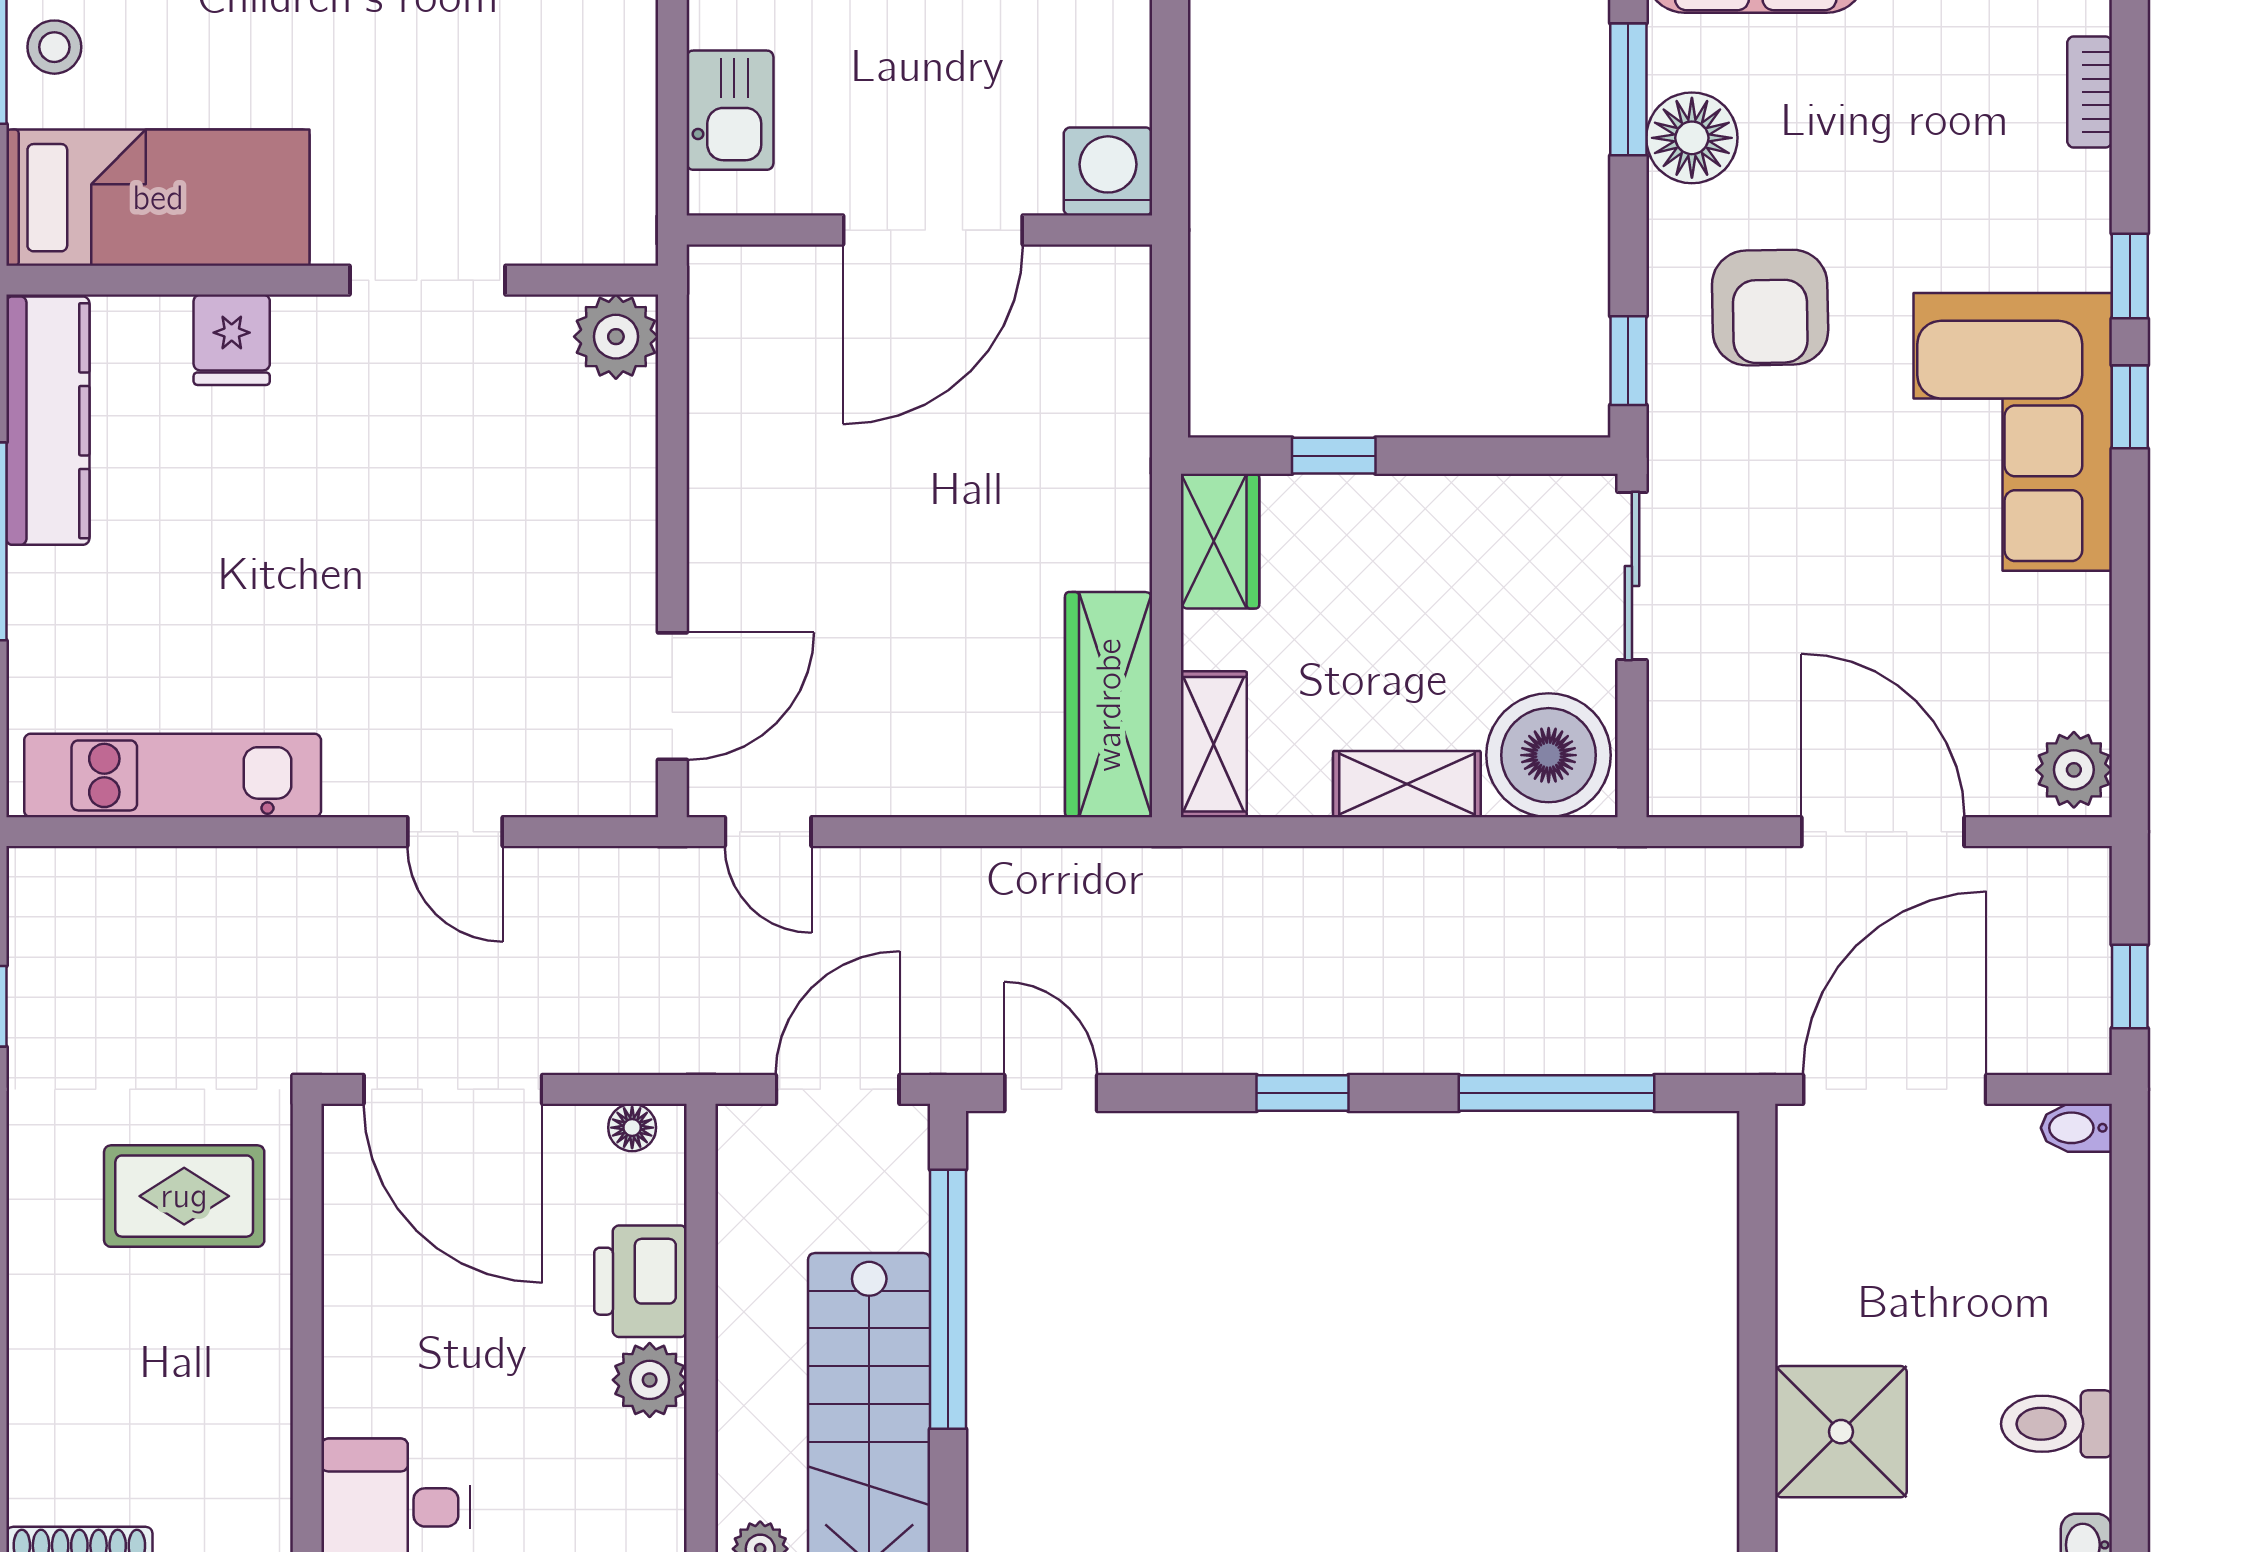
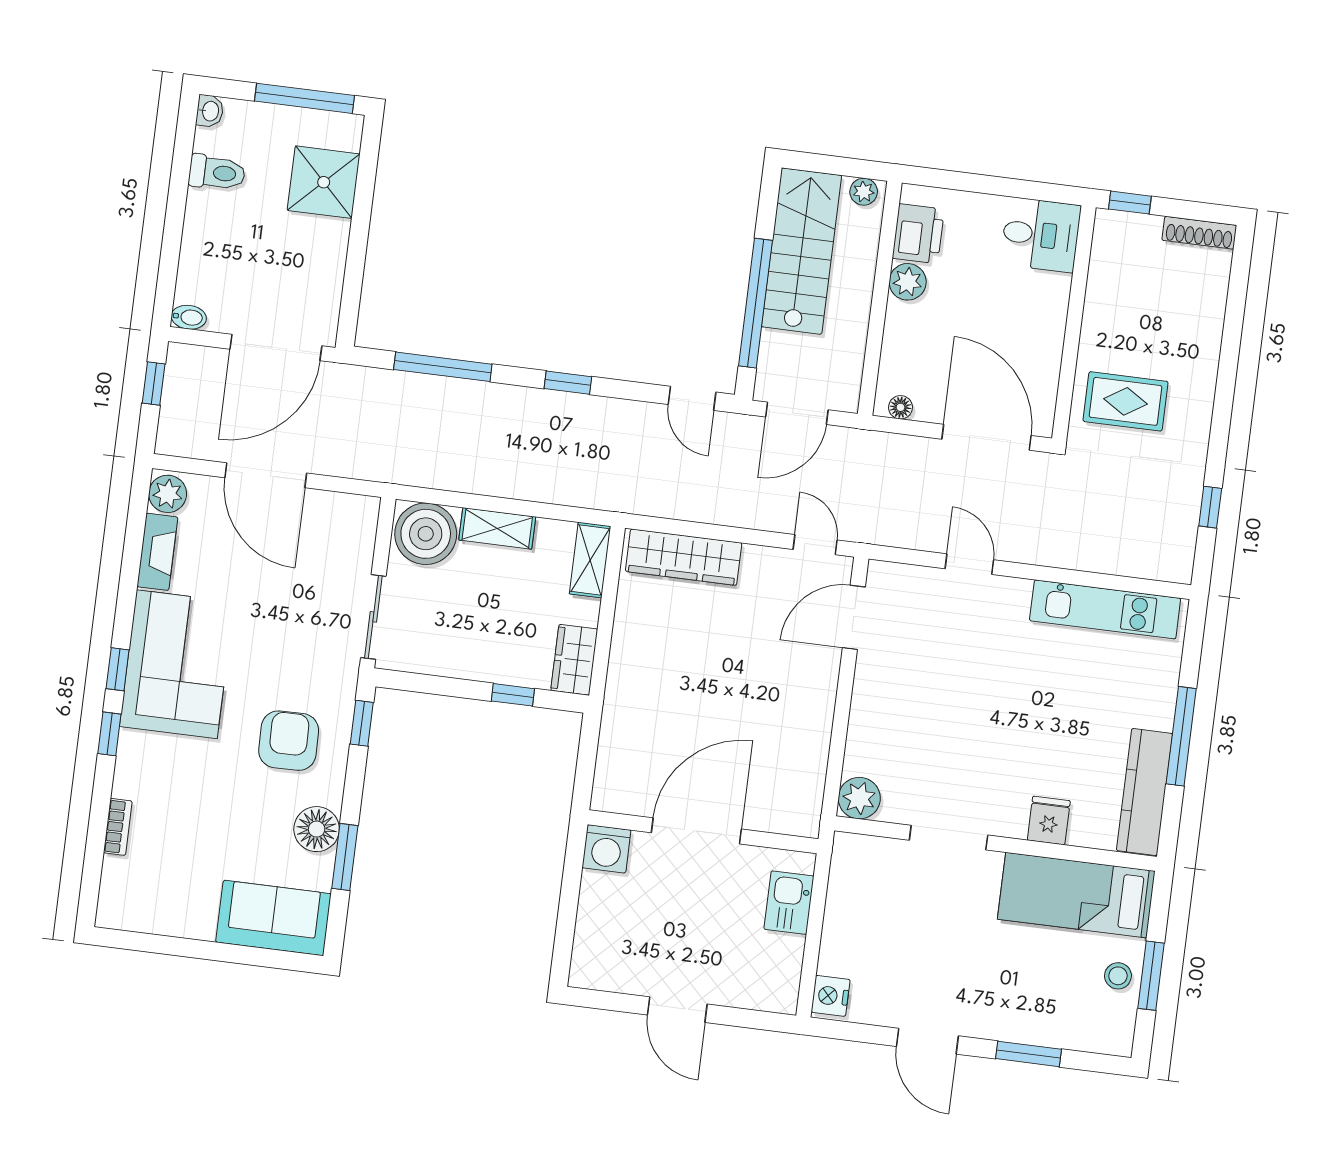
fireplace: (2080, 651) -> (157, 552), added
wardrobe: (1109, 705) -> (684, 557), moved, turned 90
printer: (640, 1281) -> (918, 234), moved

